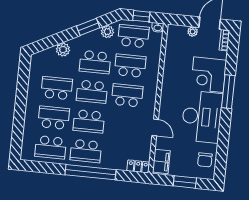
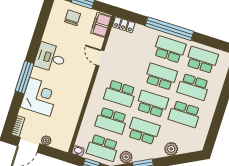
desk: (202, 117) -> (50, 58), width x0.53, depth x0.77
chair: (205, 160) -> (73, 18), moved

